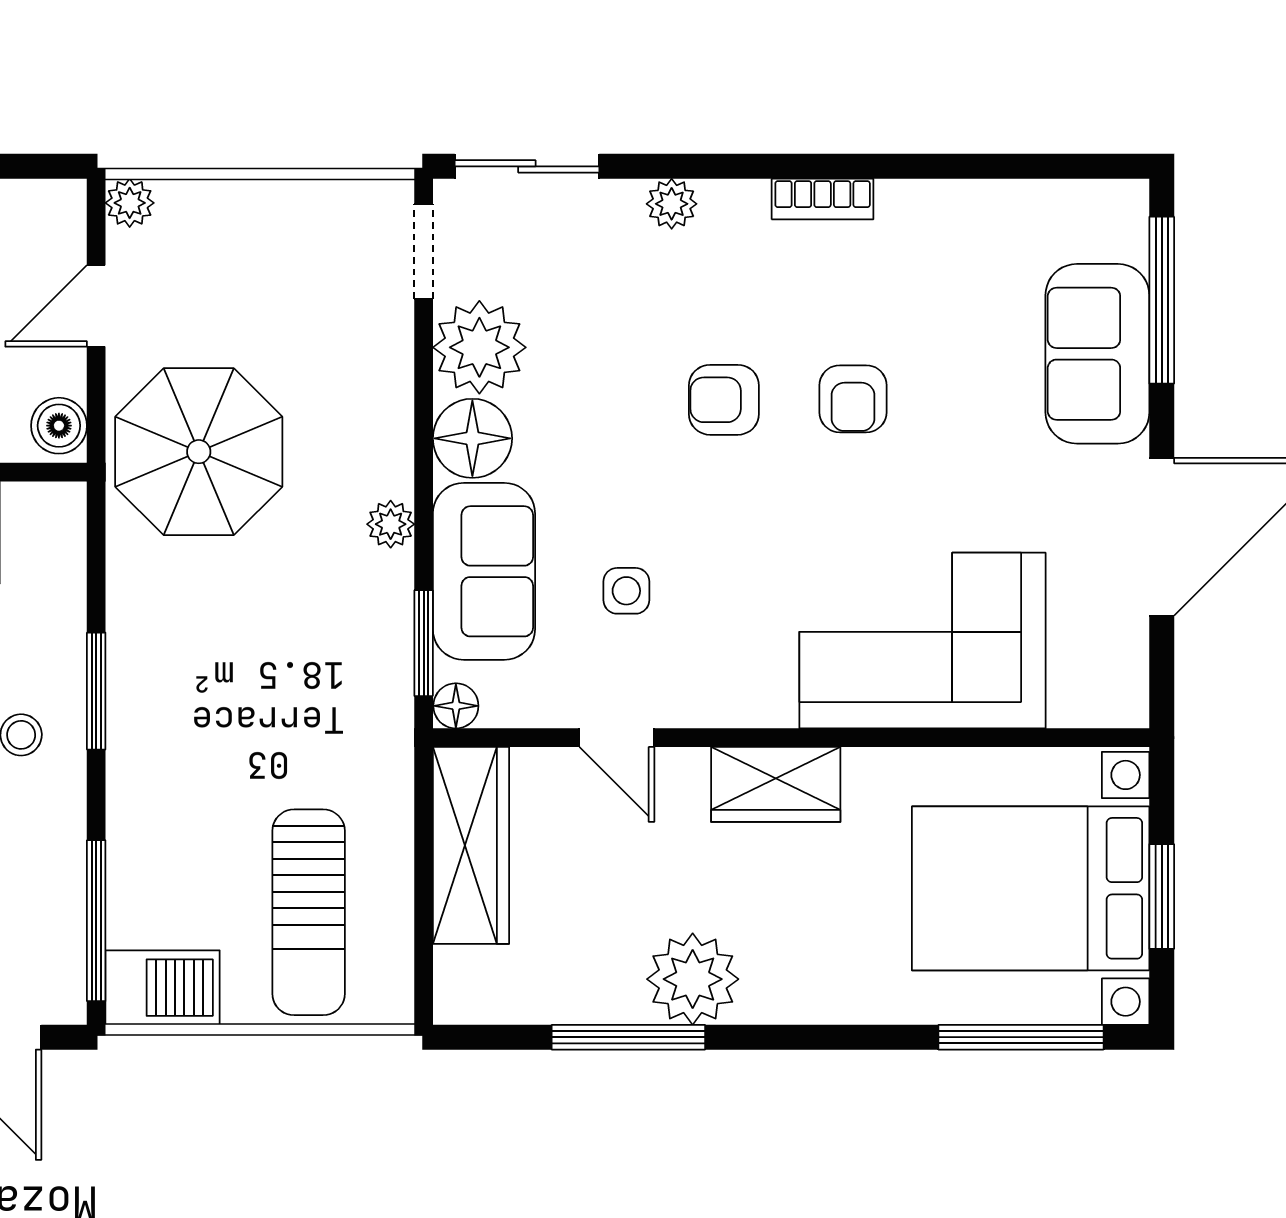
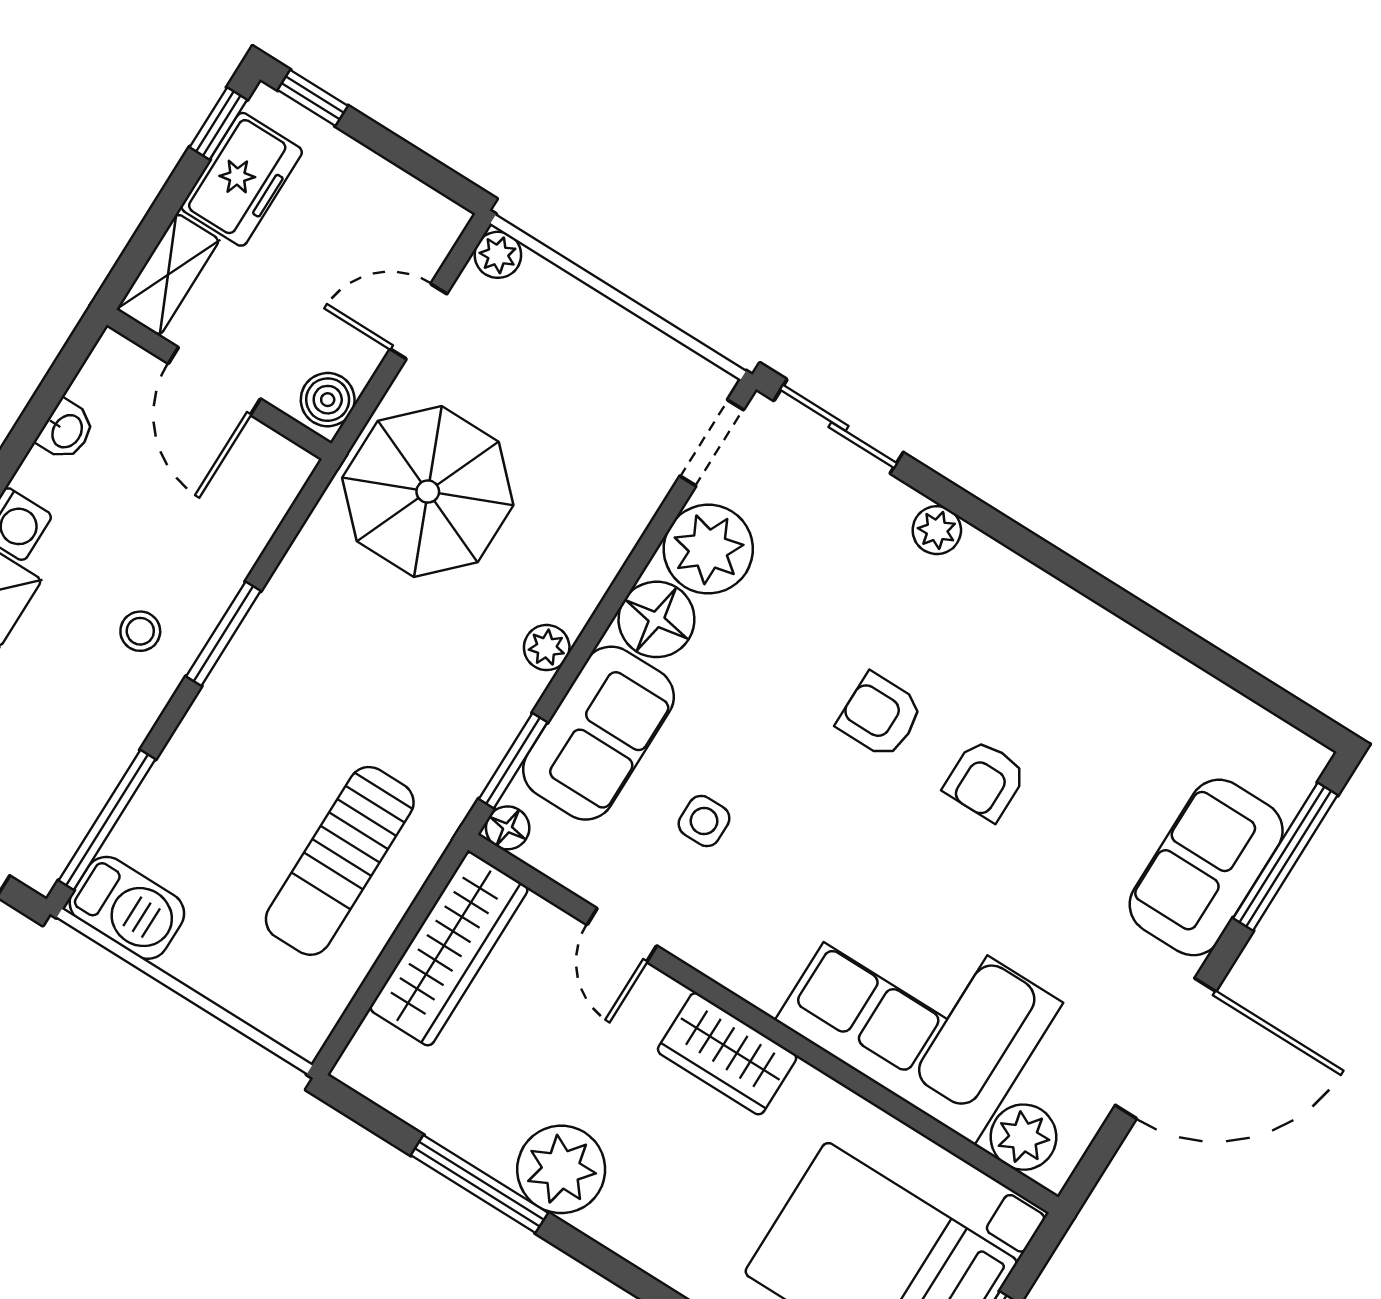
bookcase: (823, 199) -> (1062, 603), removed
plant: (1085, 694) -> (1023, 1137), added
sun lounger: (309, 912) -> (340, 861), moved

